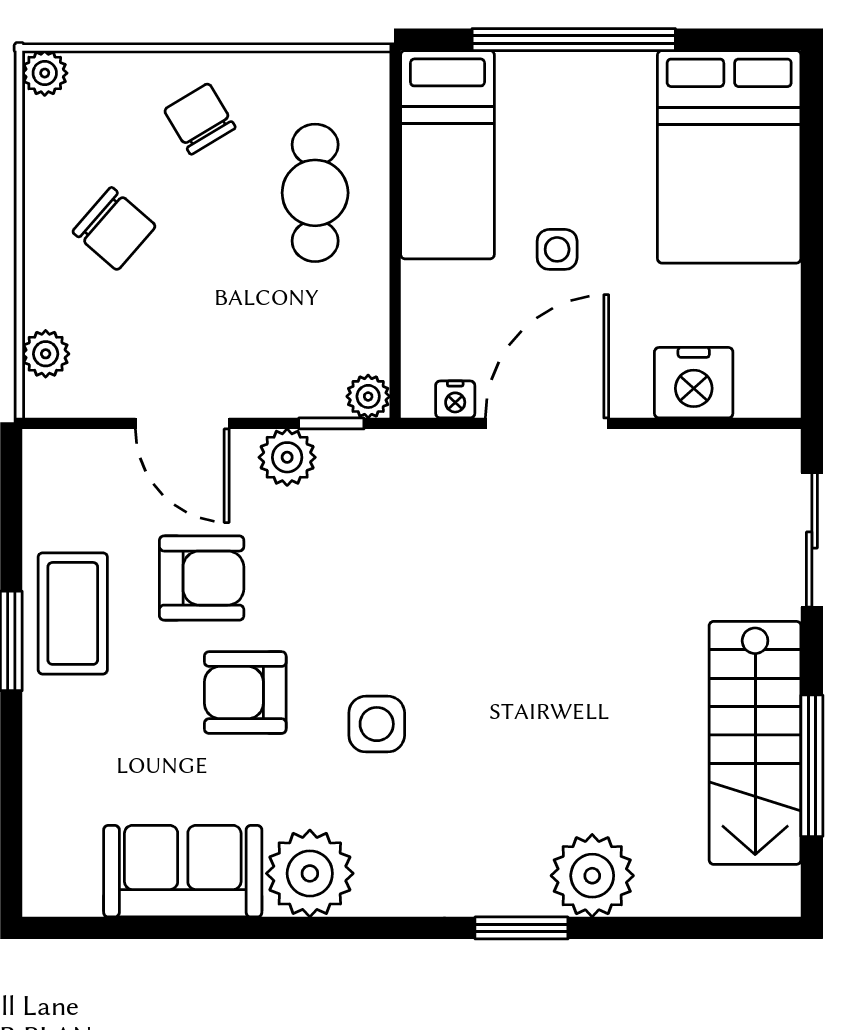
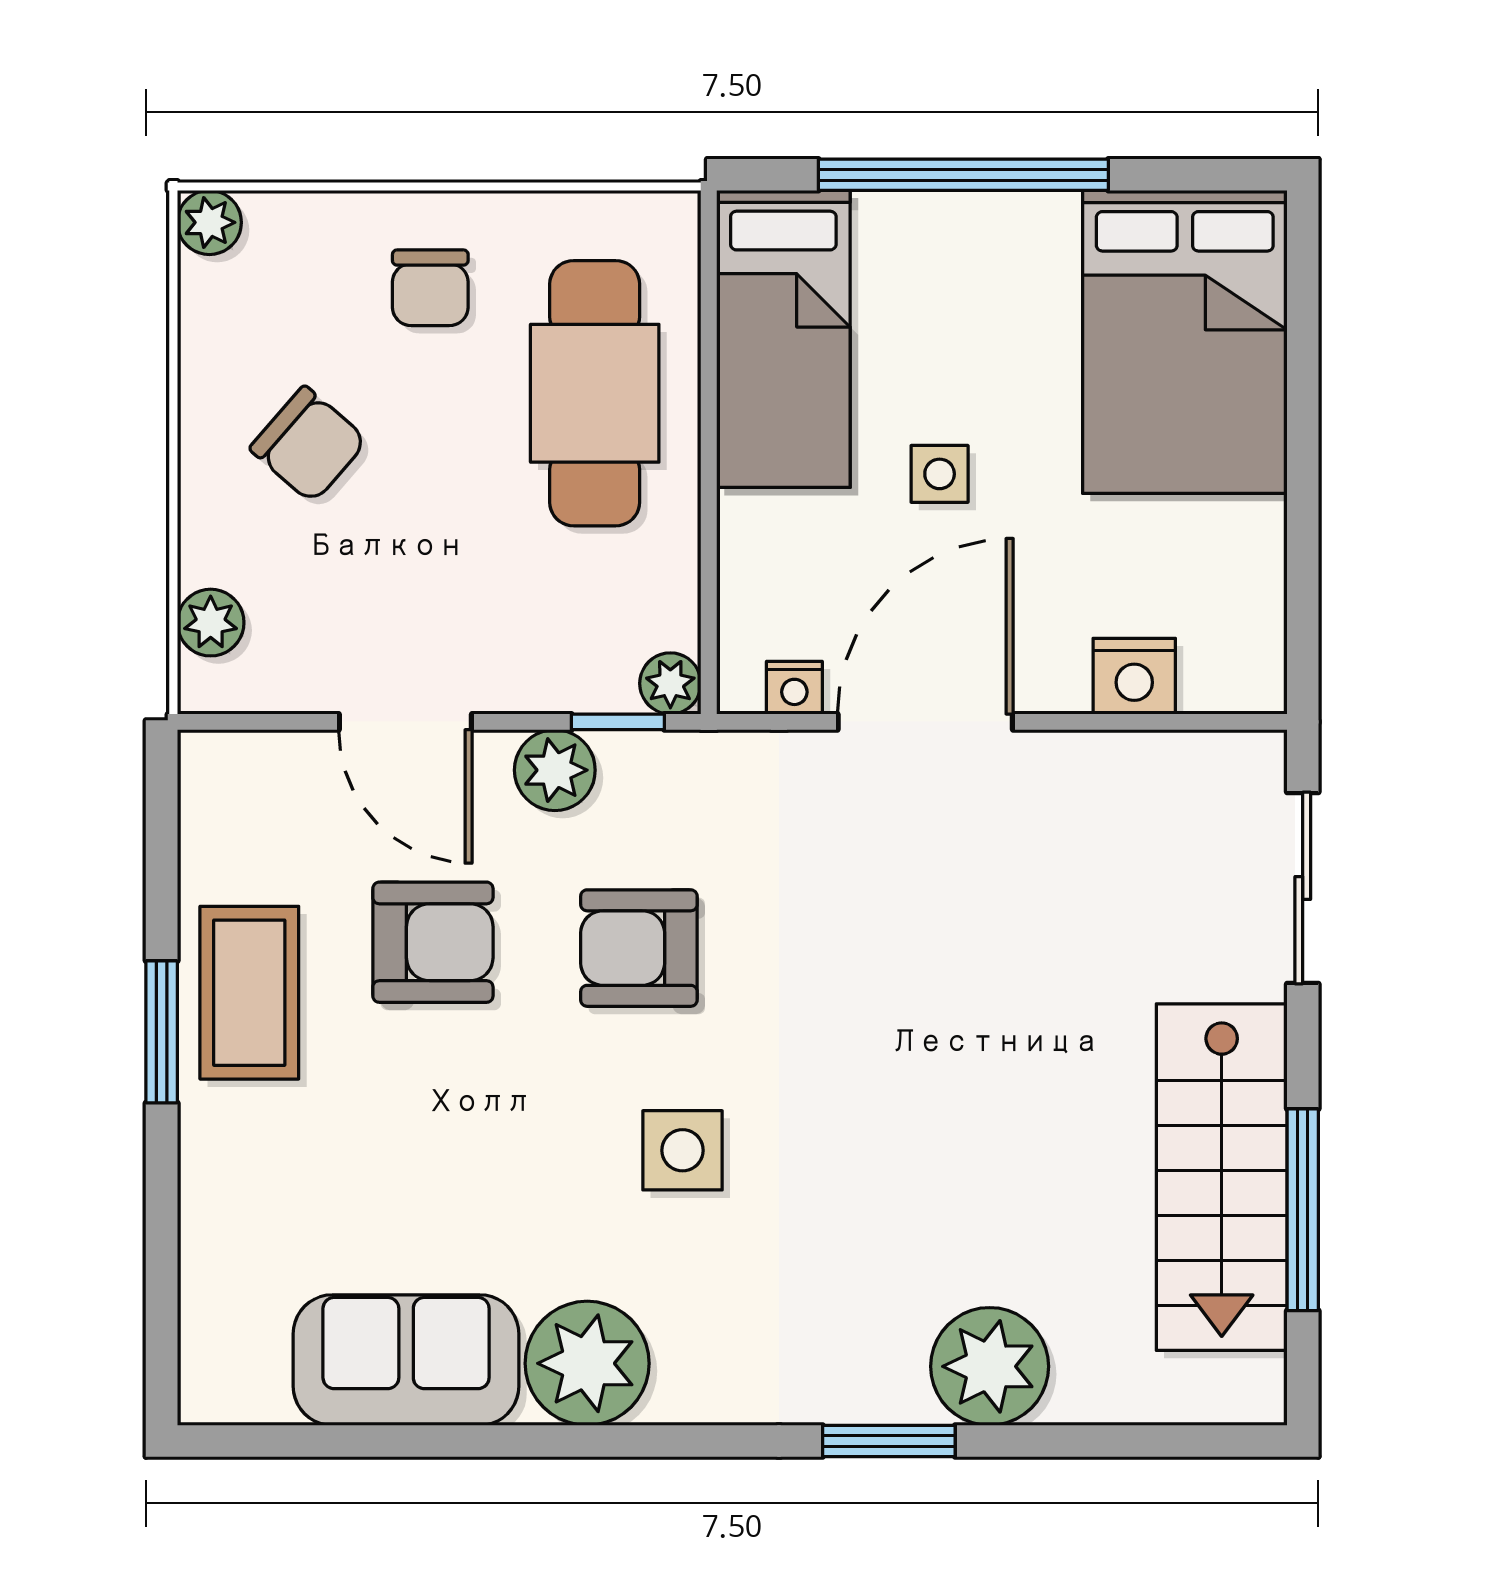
chair: (200, 119) -> (430, 288), turned -149
cafe table: (315, 193) -> (595, 393), width x1.37, depth x1.35
nightstand: (694, 383) -> (1134, 676), width x0.74, depth x0.75
armchair: (245, 693) -> (639, 948), moved

